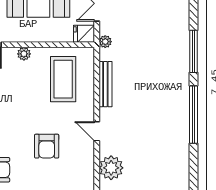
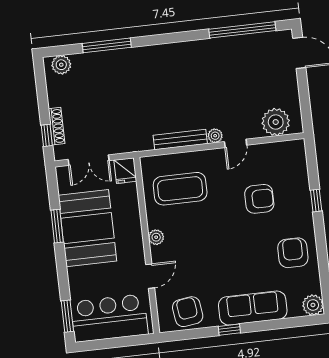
plant: (105, 42) -> (215, 136), moved
window: (194, 51) -> (107, 45), moved
window: (194, 115) -> (242, 30), moved

